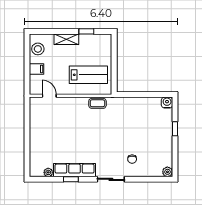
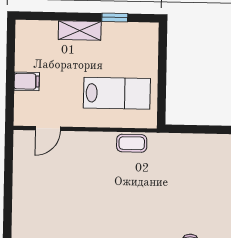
stool: (38, 49) -> (30, 47), removed
door: (49, 96) -> (48, 129), swing flipped

